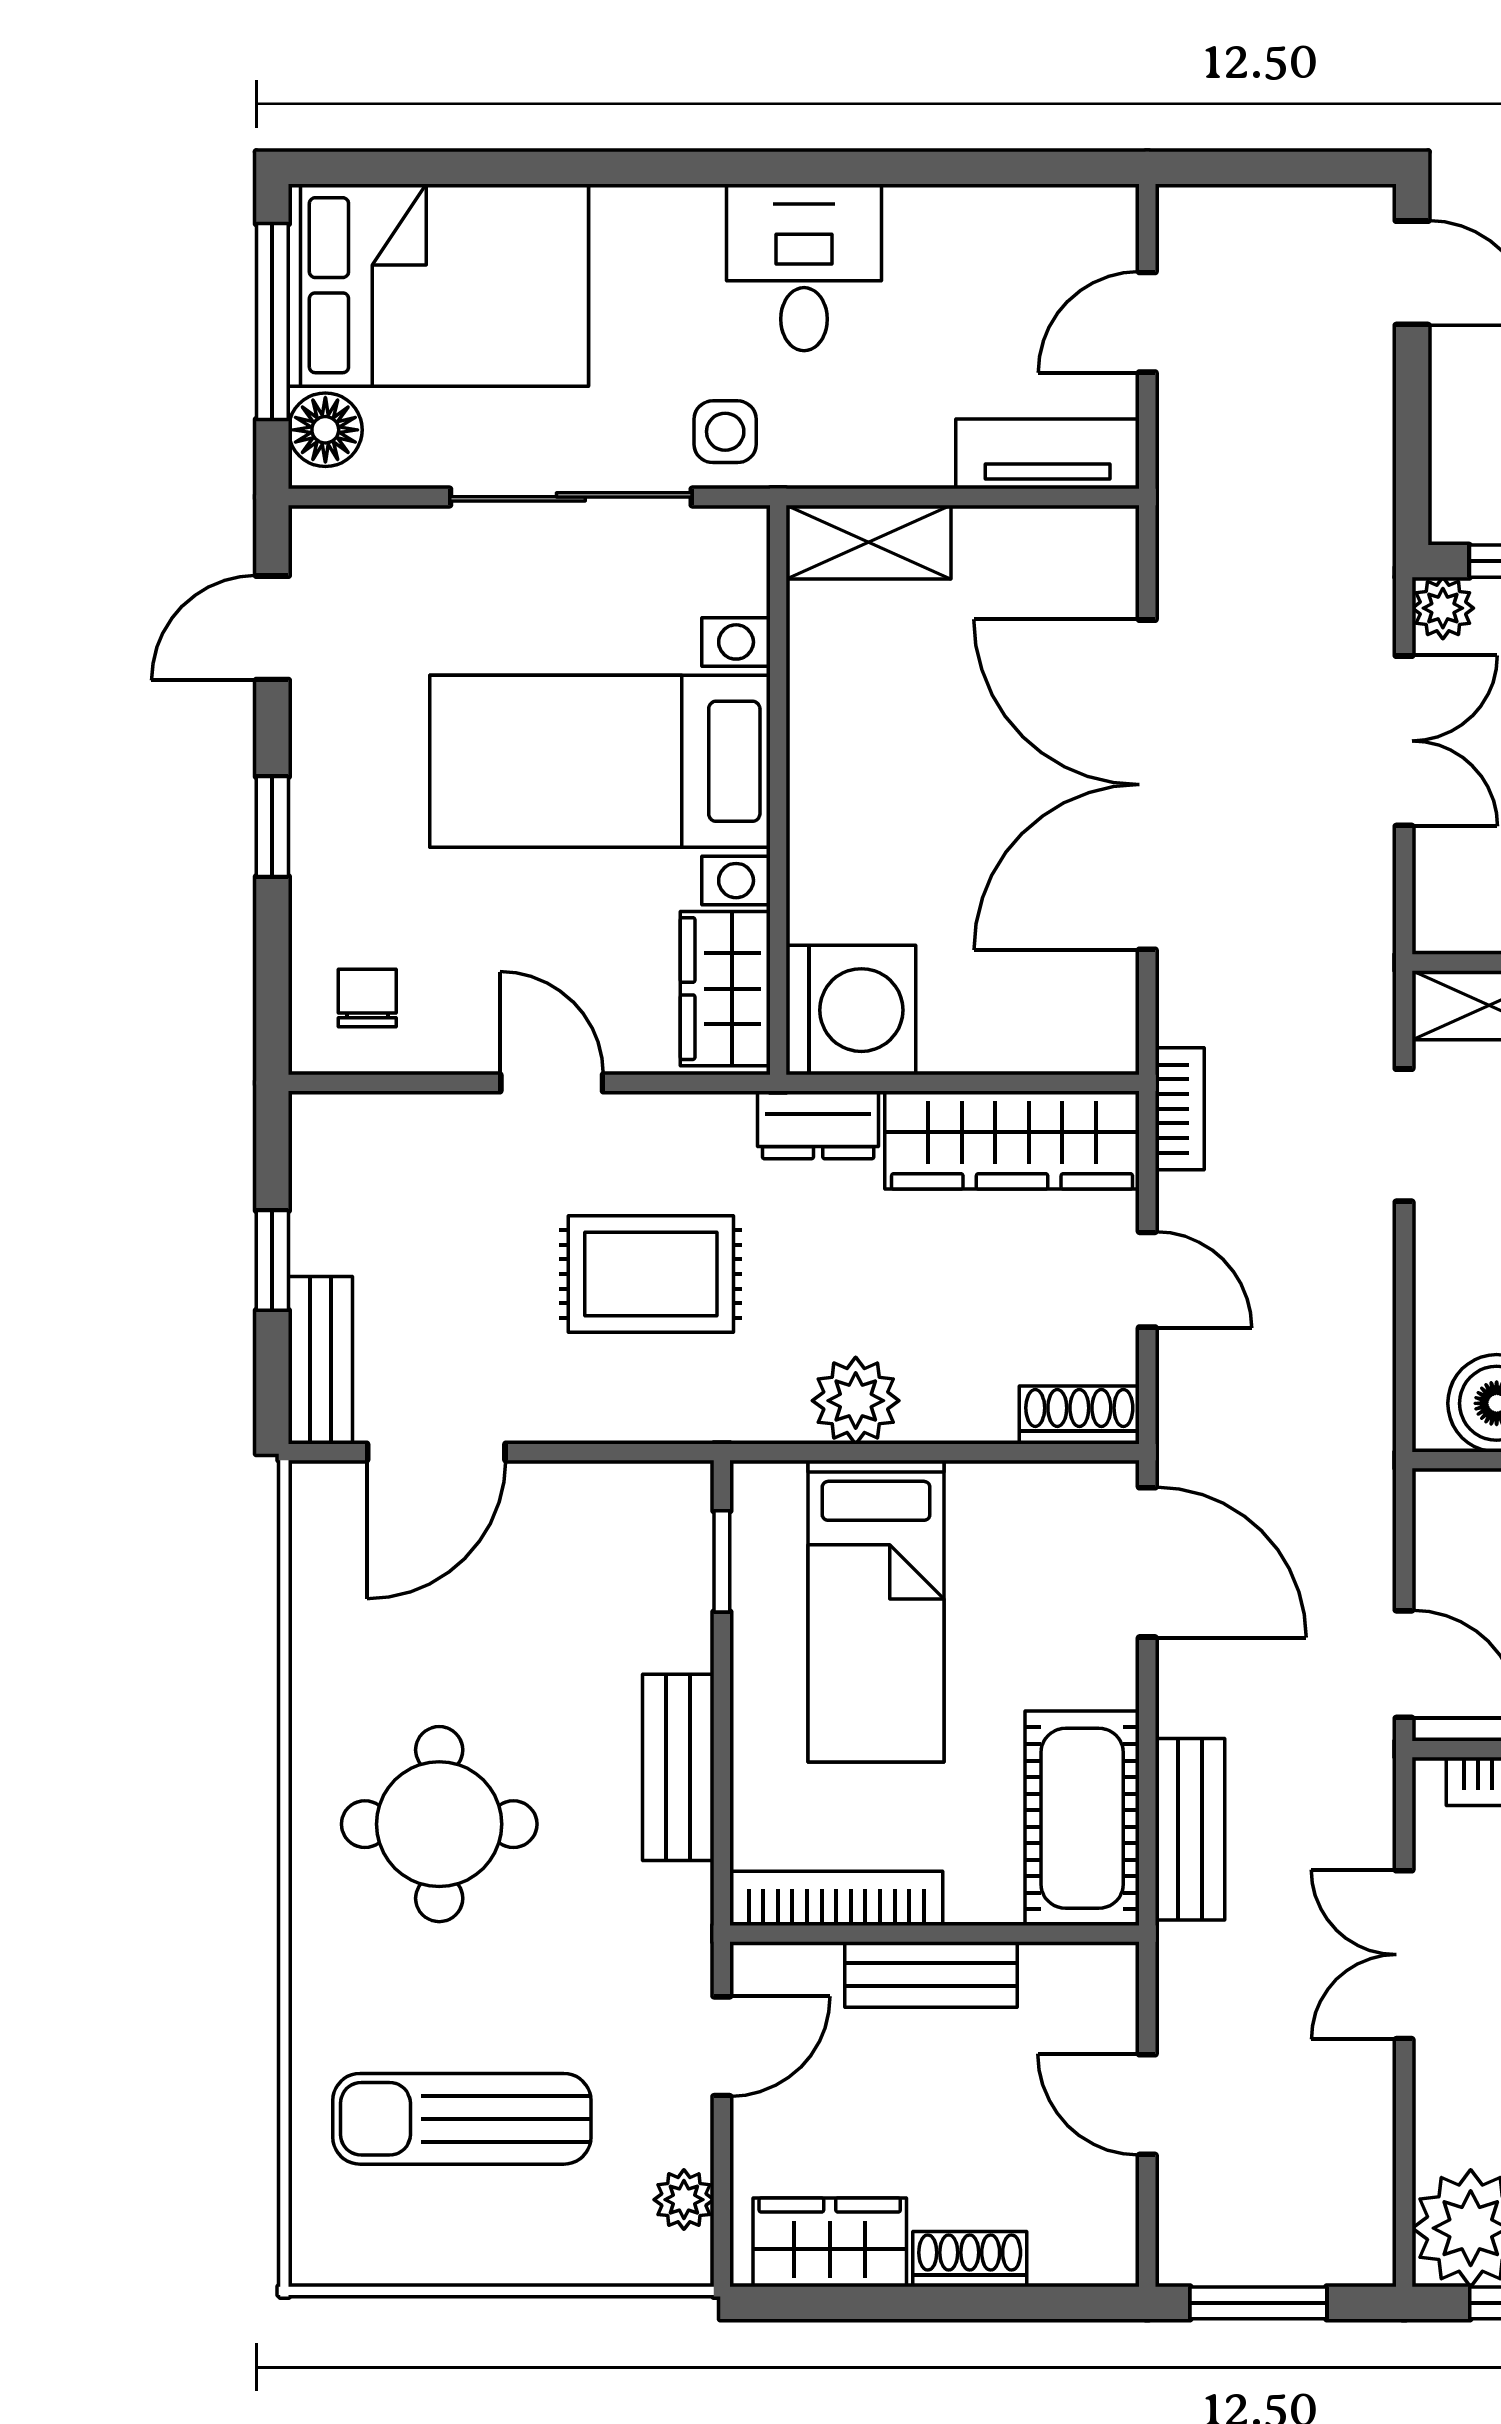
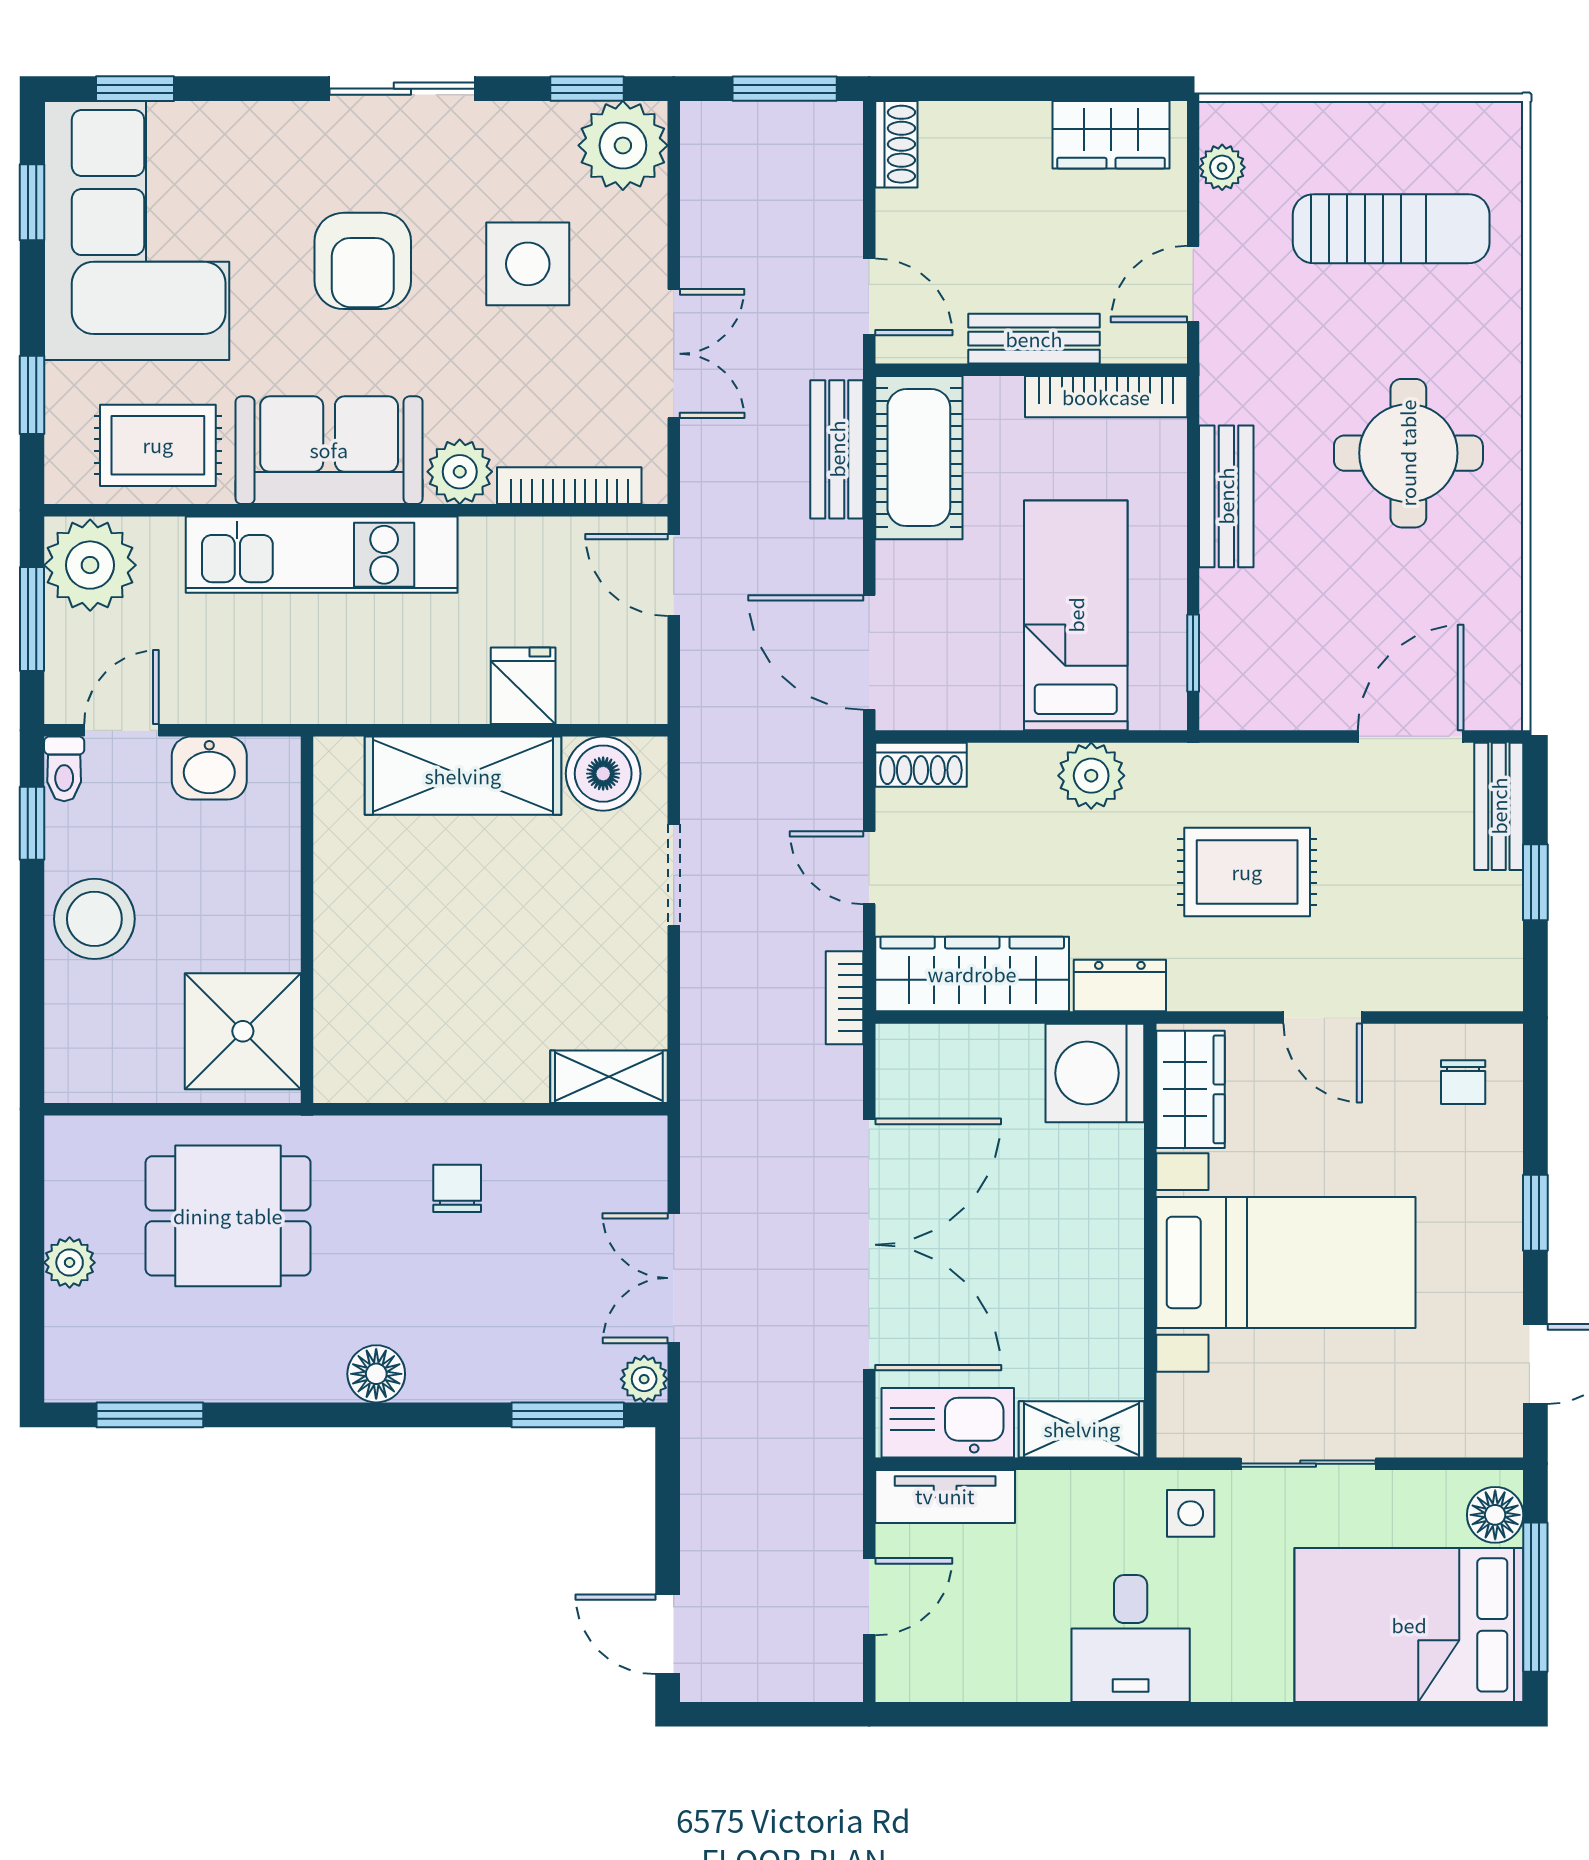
sliding door: (571, 497) -> (1308, 1464), width x0.73
kitchen sink: (1044, 551) -> (948, 1423), added
doorway: (1404, 1135) -> (674, 875), moved
door: (1147, 2105) -> (869, 297), moved
shoe rack: (970, 2259) -> (896, 144), moved, turned -90

